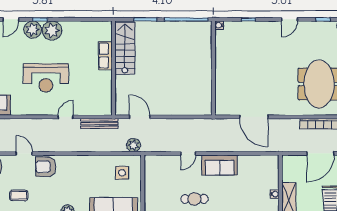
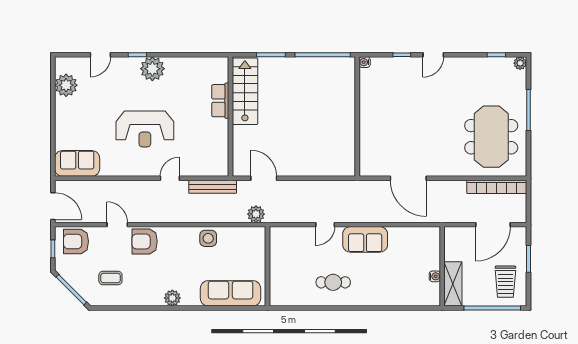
door: (289, 19) -> (433, 55), moved
plant: (33, 30) -> (128, 68), removed
side table: (122, 173) -> (208, 238), moved

